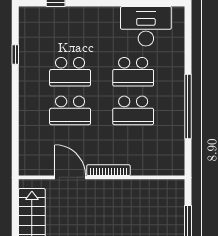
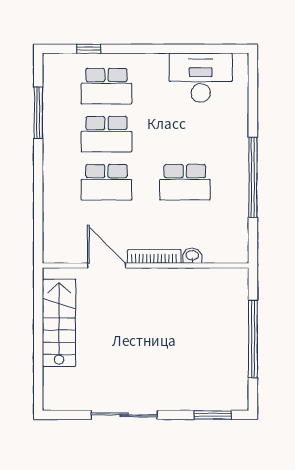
window: (15, 55) -> (38, 113), width x2.17
school desk: (133, 72) -> (106, 86), moved
washbasin: (139, 170) -> (192, 256), added

